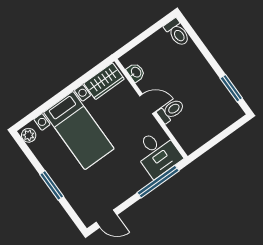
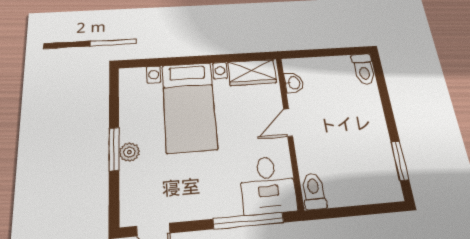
door: (147, 104) -> (288, 123), swing flipped
toilet: (171, 111) -> (314, 191), moved, turned -90
plant: (29, 135) -> (129, 152), moved

